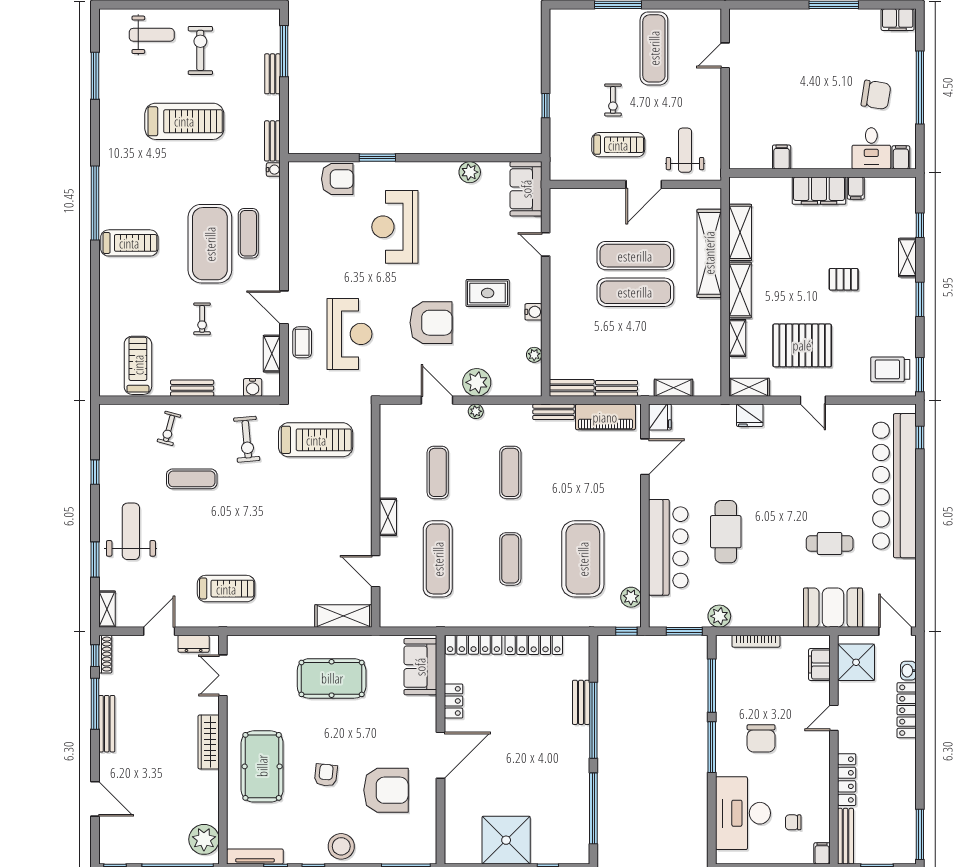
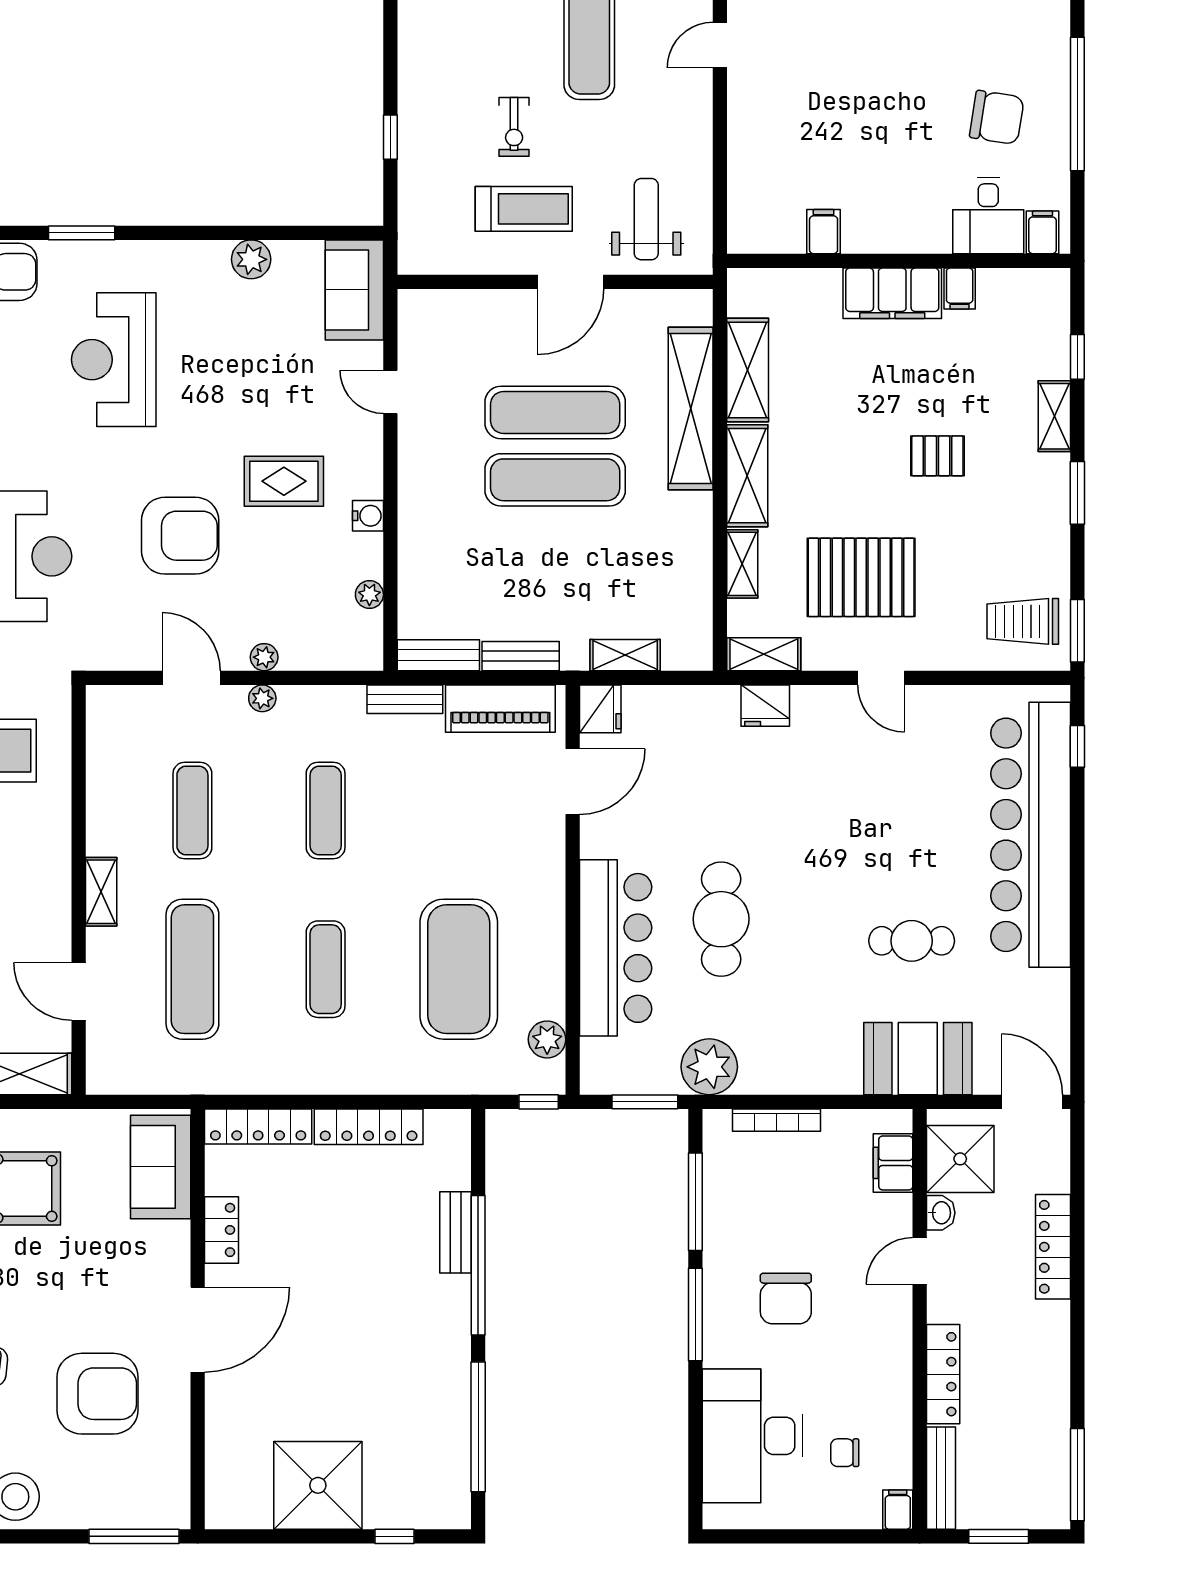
plant: (477, 382) -> (264, 657), width x0.53, depth x0.53
plant: (719, 616) -> (709, 1067), width x1.36, depth x1.36
washbasin: (908, 671) -> (941, 1213), moved, turned 180

